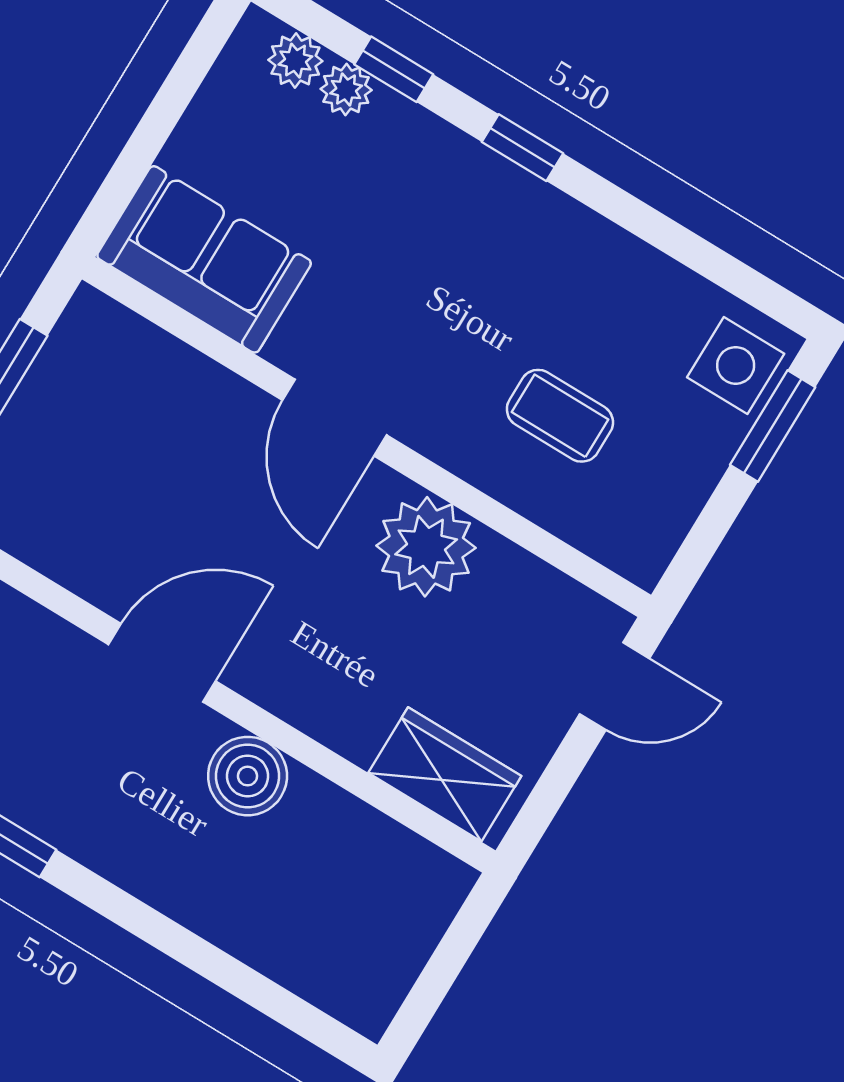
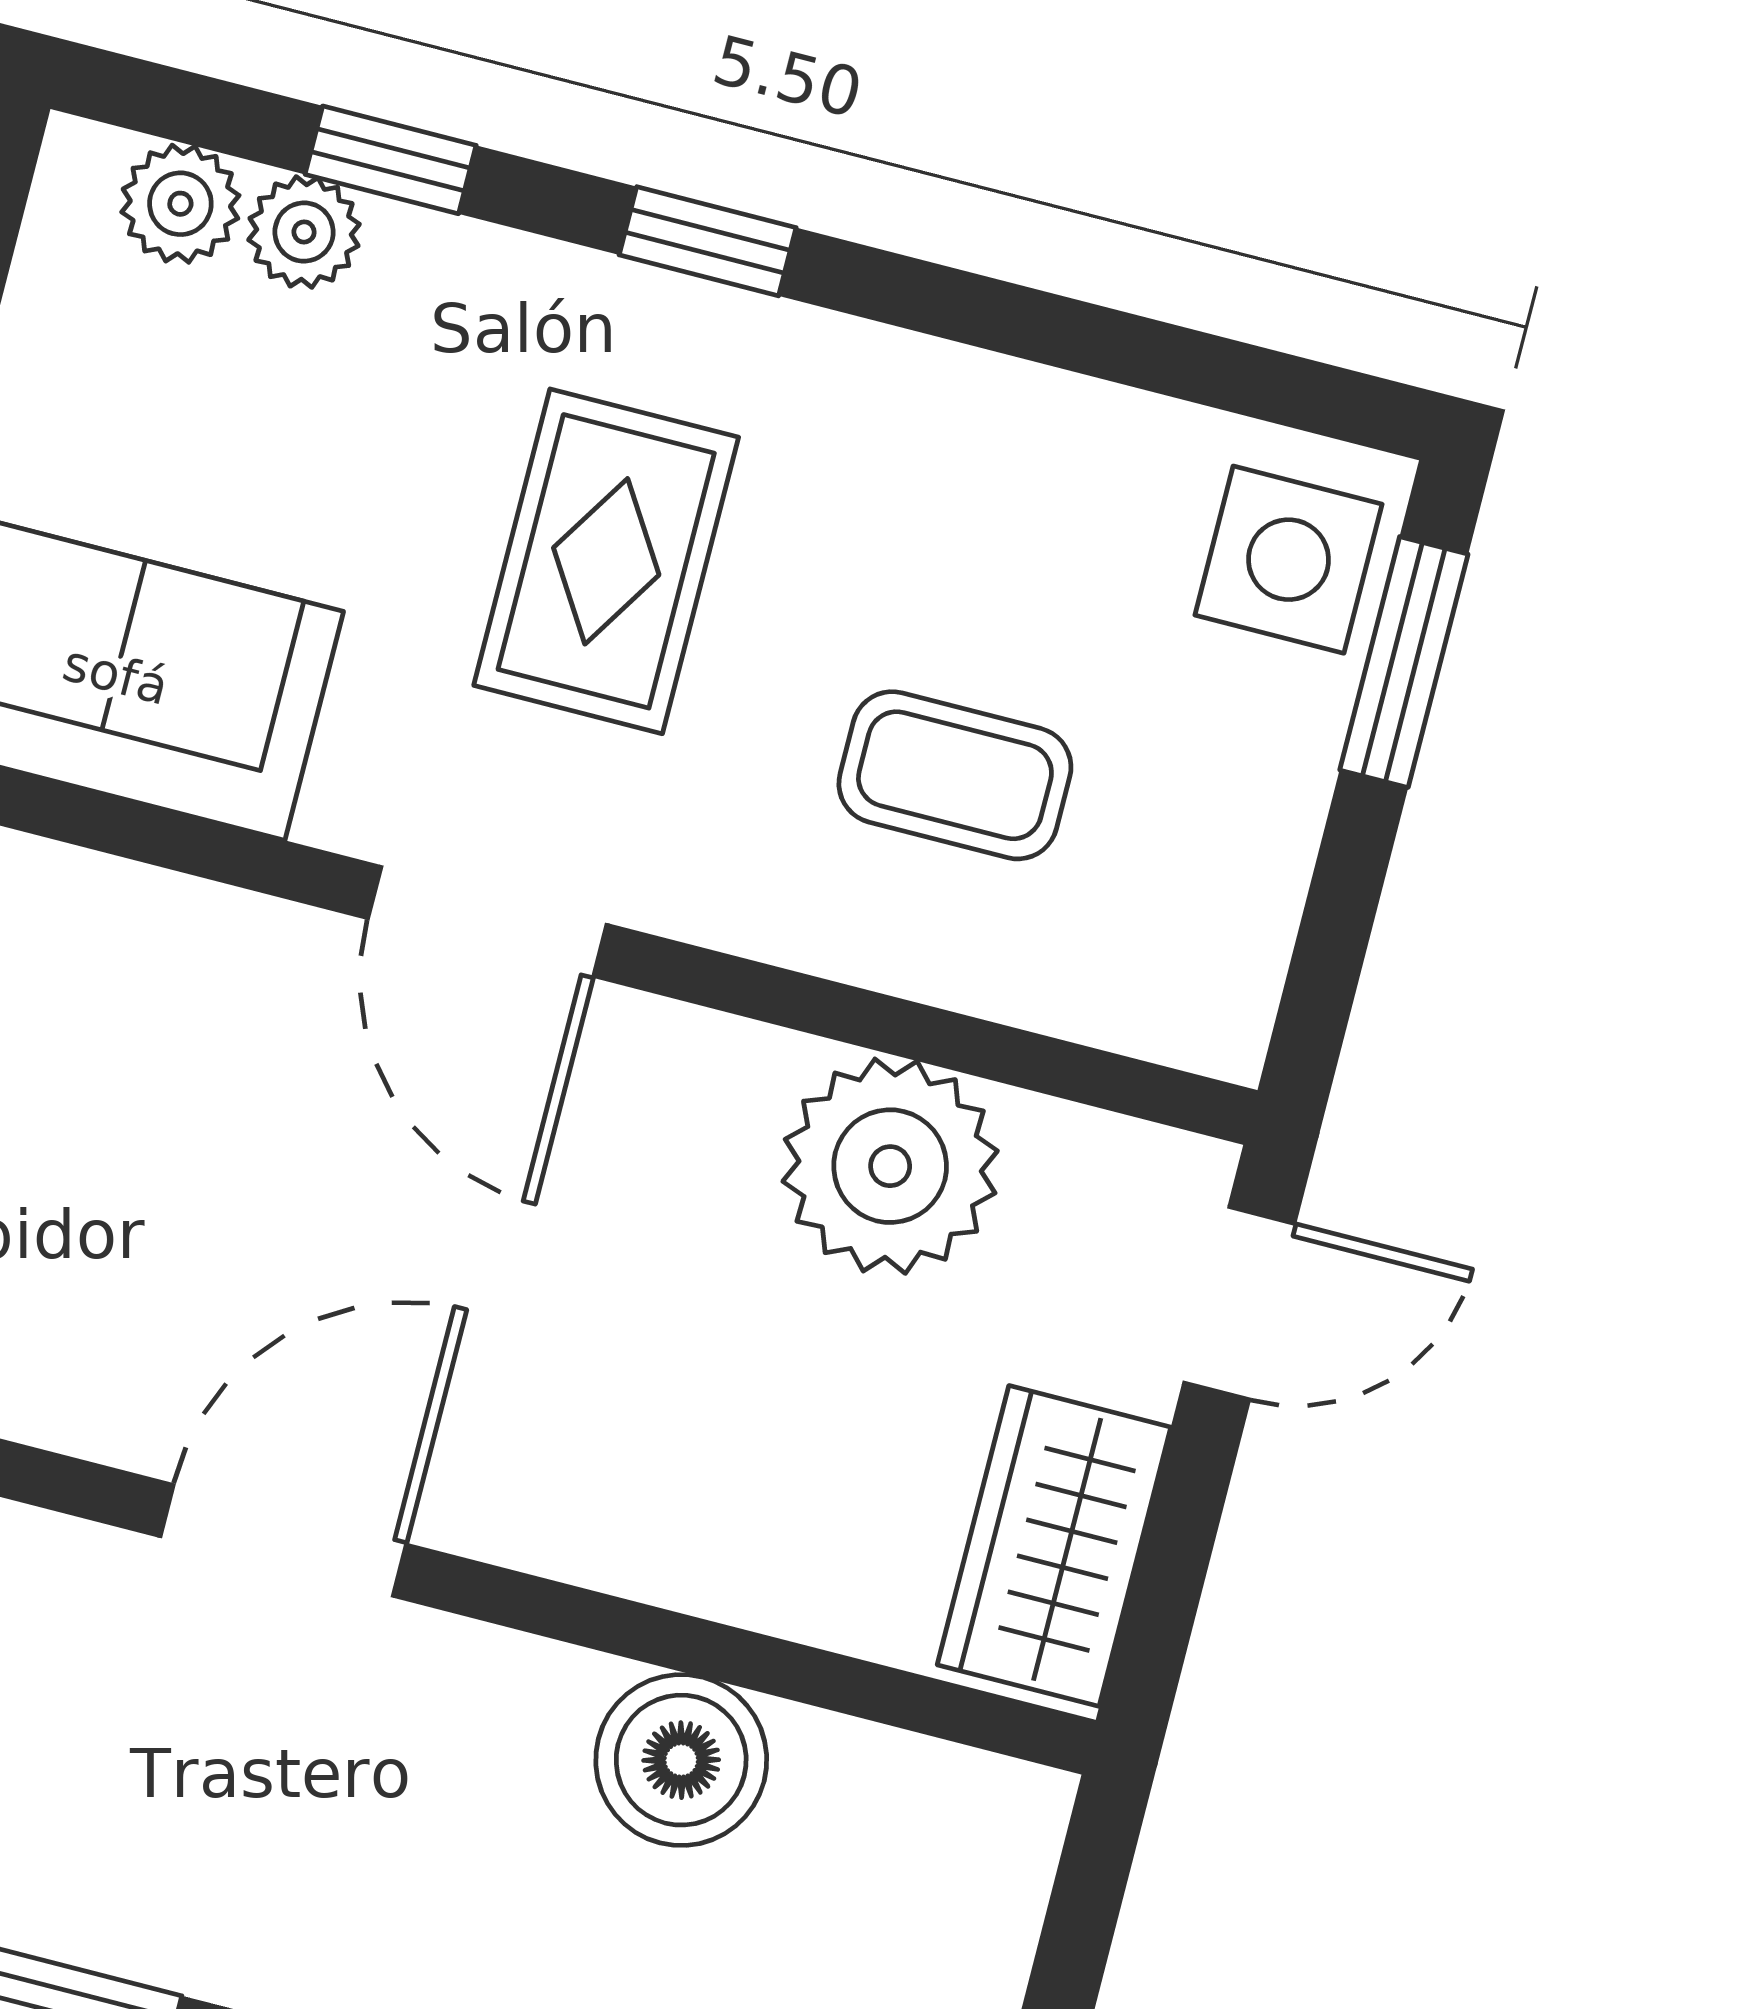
rug: (435, 275) -> (606, 561), added
plant: (426, 547) -> (890, 1166), moved
wardrobe: (445, 774) -> (1054, 1546), moved, turned -90
boiler: (248, 776) -> (681, 1760), moved

